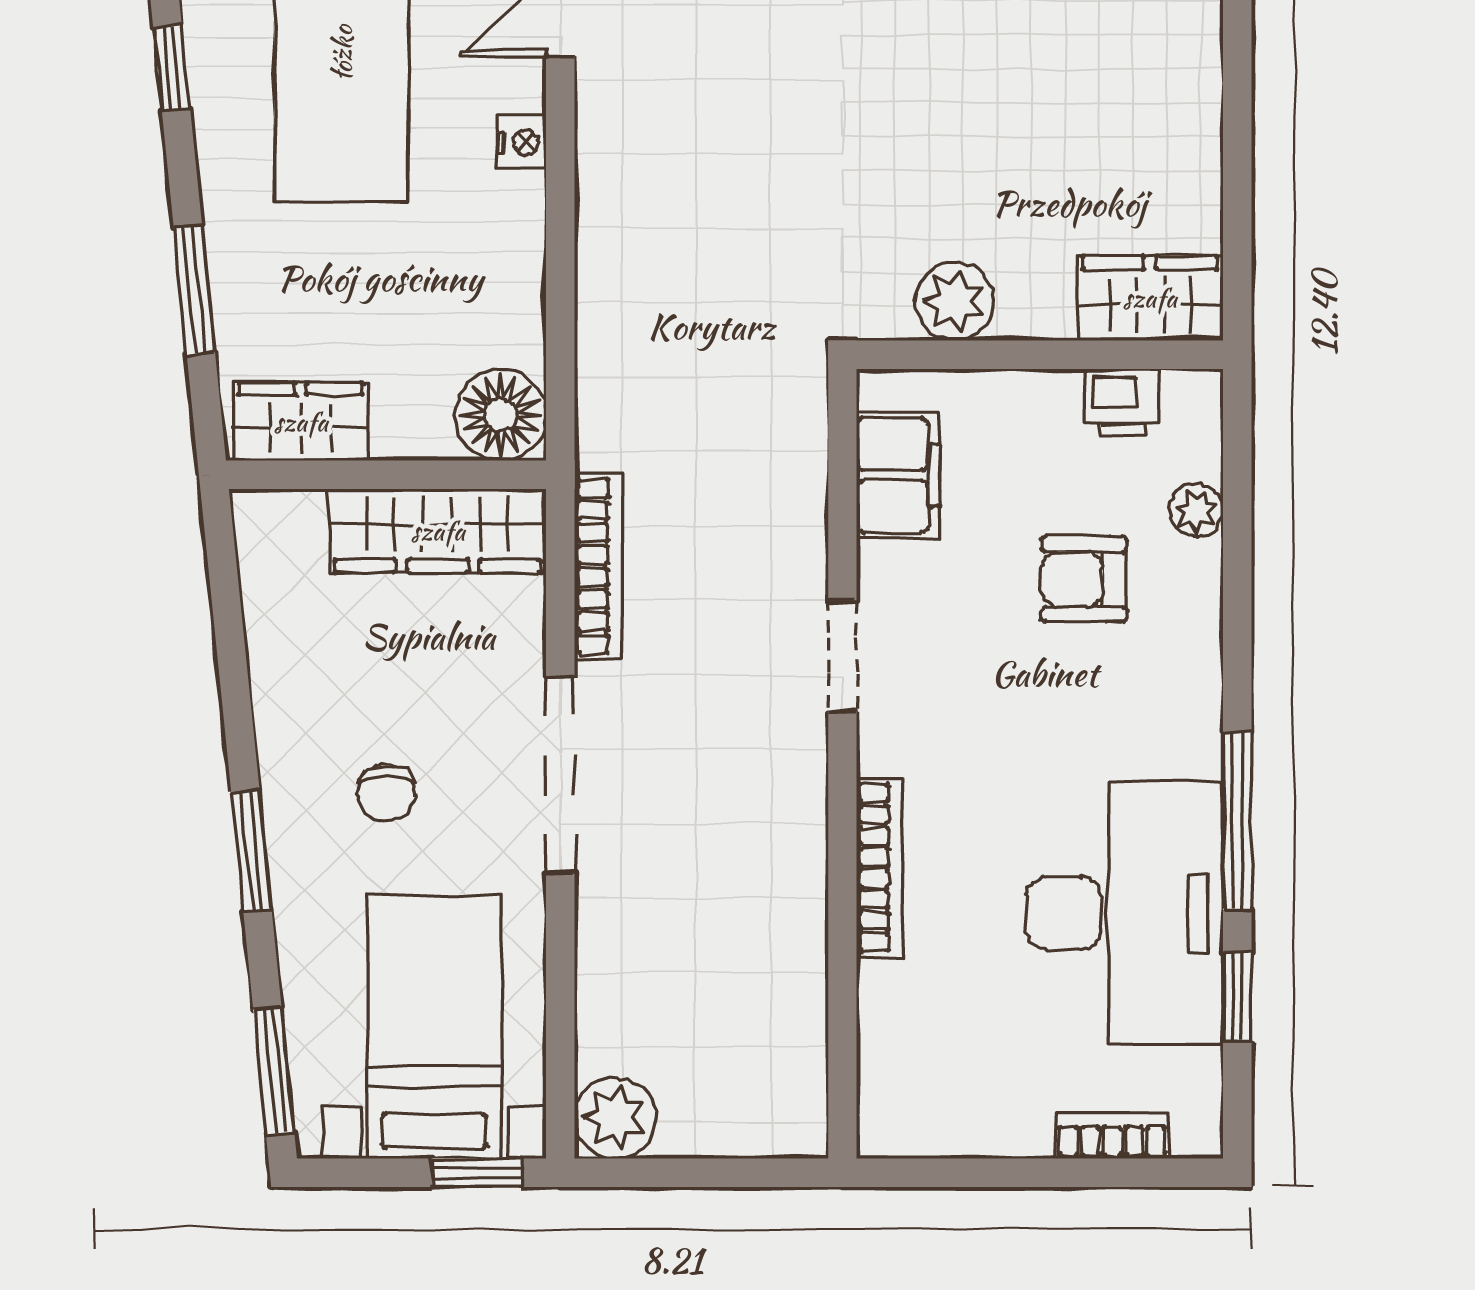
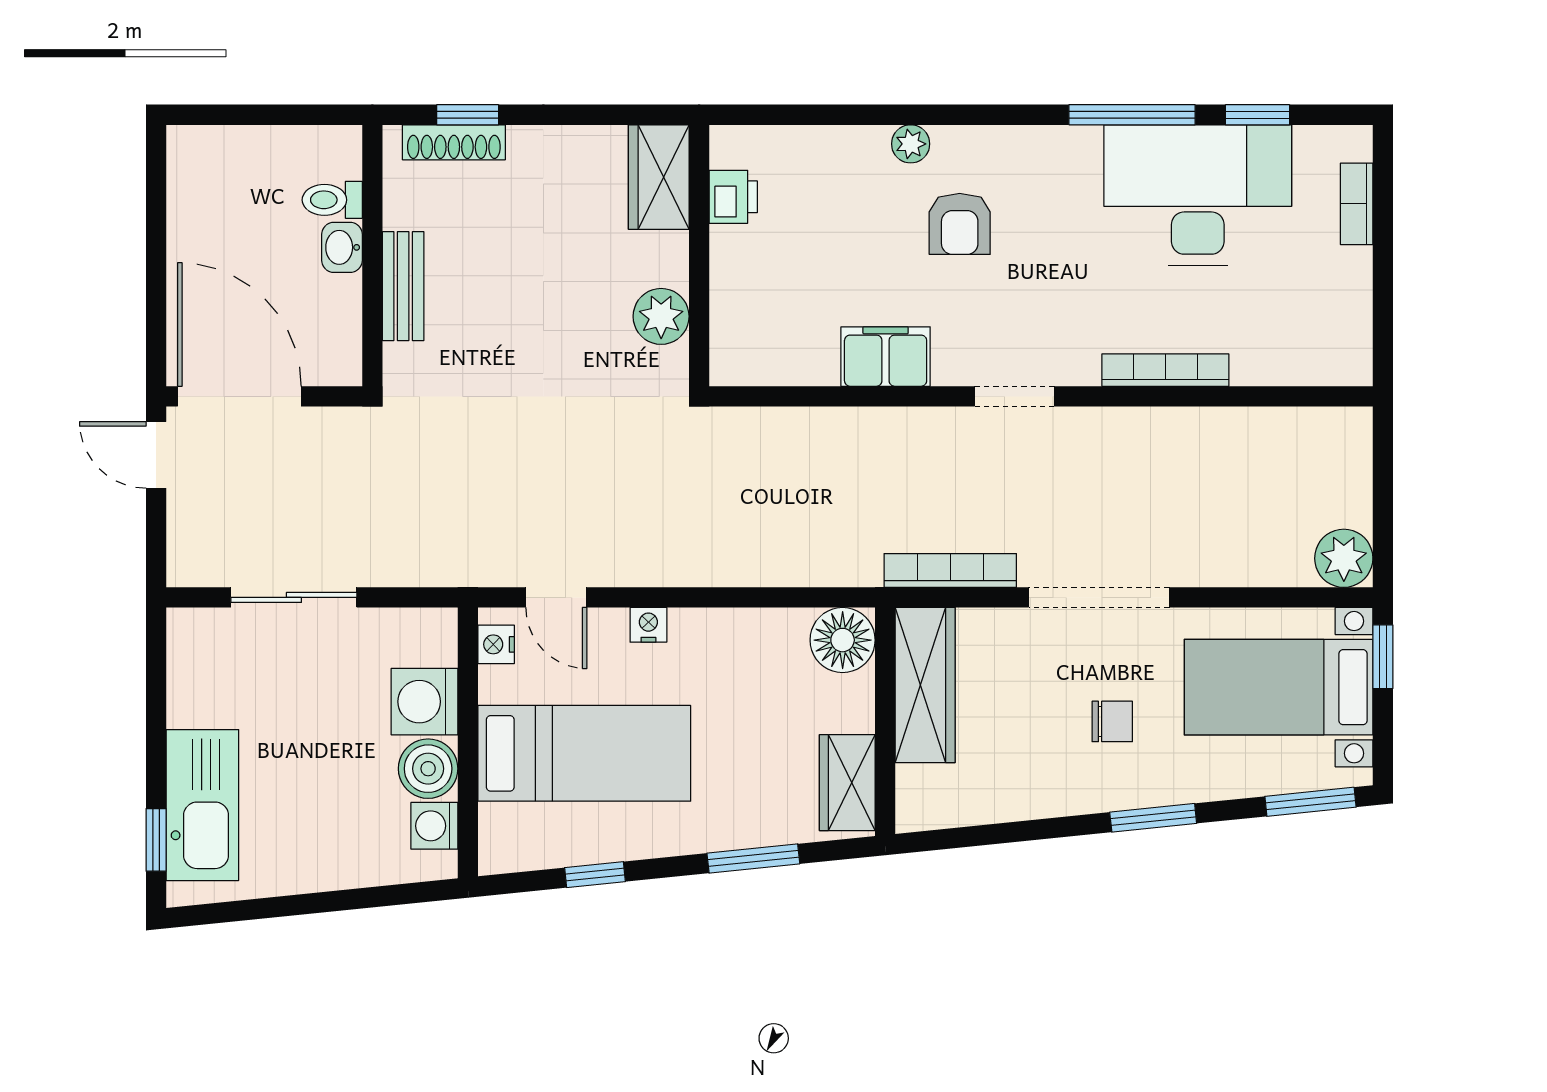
wardrobe: (1150, 298) -> (659, 177), moved
plant: (954, 302) -> (661, 316), moved
wall: (1040, 355) -> (699, 256), moved
printer: (1122, 403) -> (733, 197), moved

